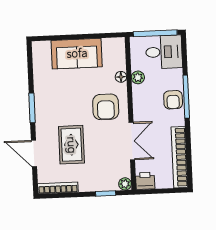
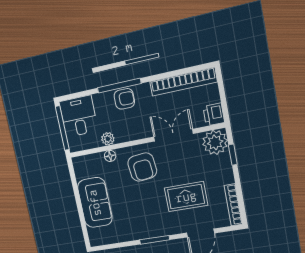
armchair: (106, 107) -> (142, 167), turned 84
plant: (125, 184) -> (215, 142), width x1.88, depth x1.88

